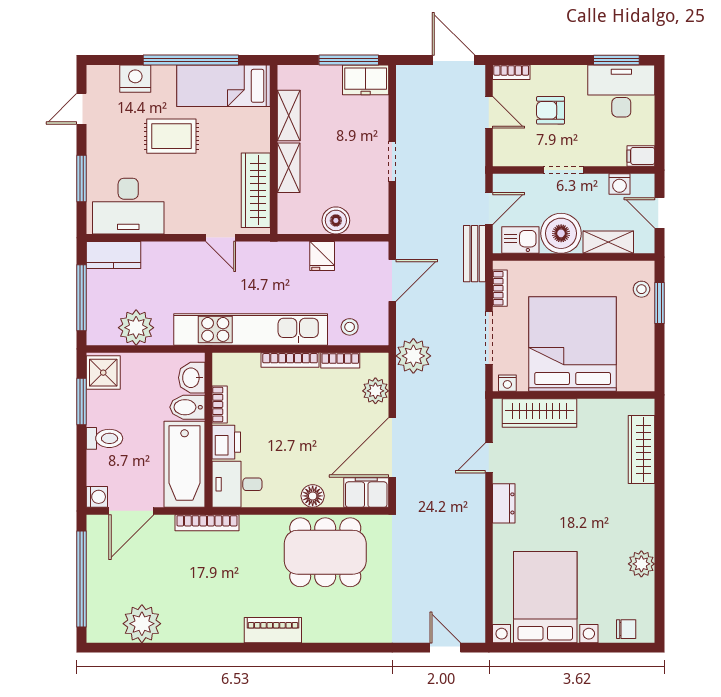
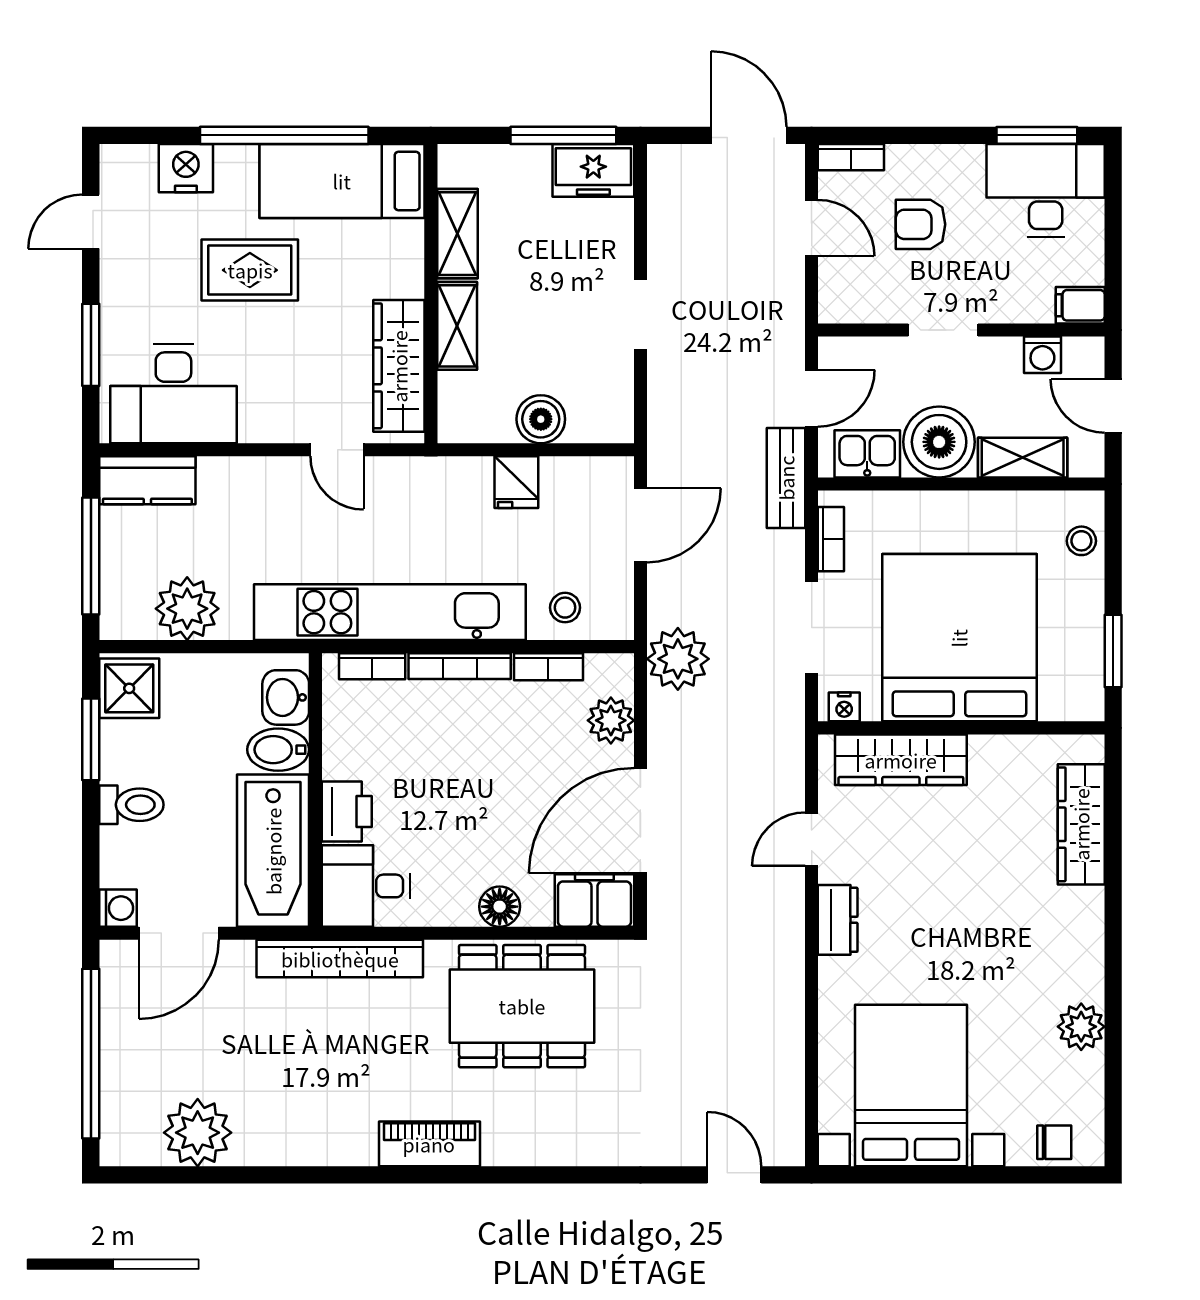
window: (659, 303) -> (1113, 651), moved
bookcase: (220, 405) -> (372, 666), moved, turned 90
bookcase: (207, 523) -> (340, 959), width x1.48, depth x1.31

